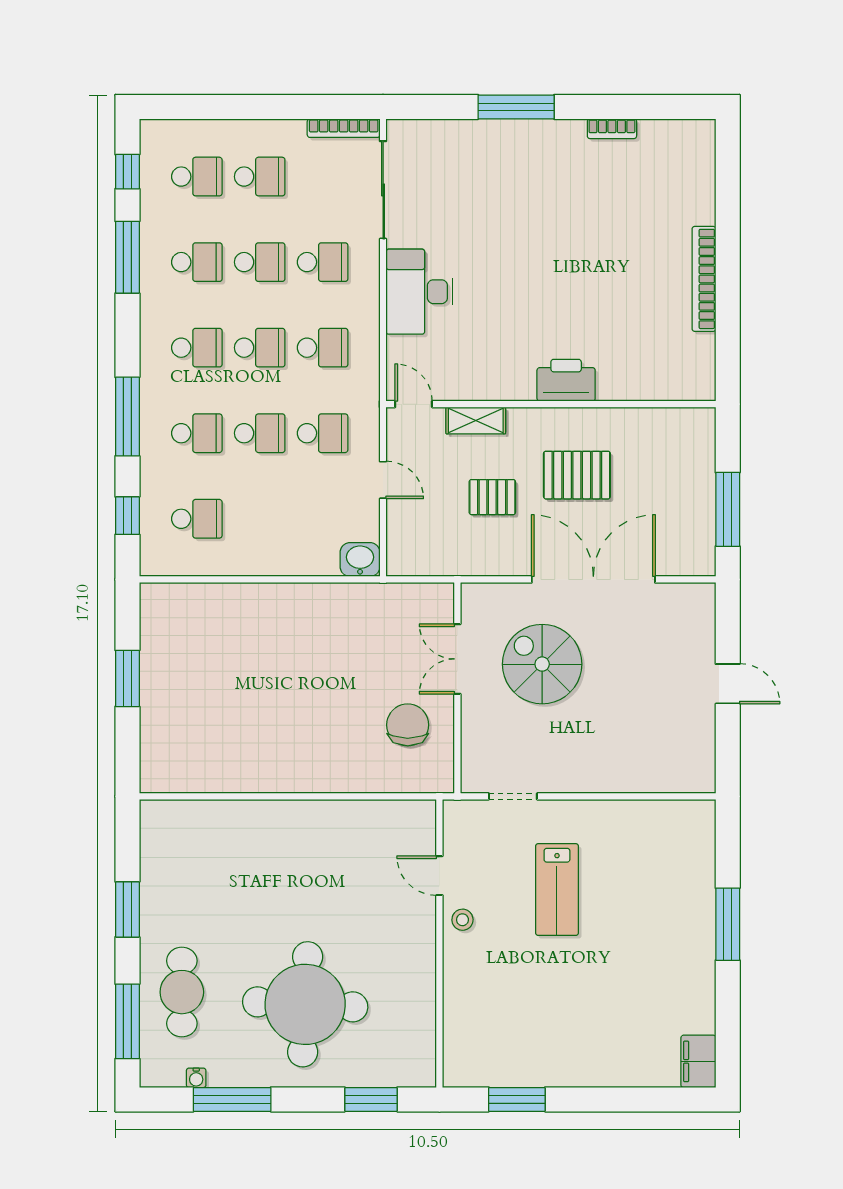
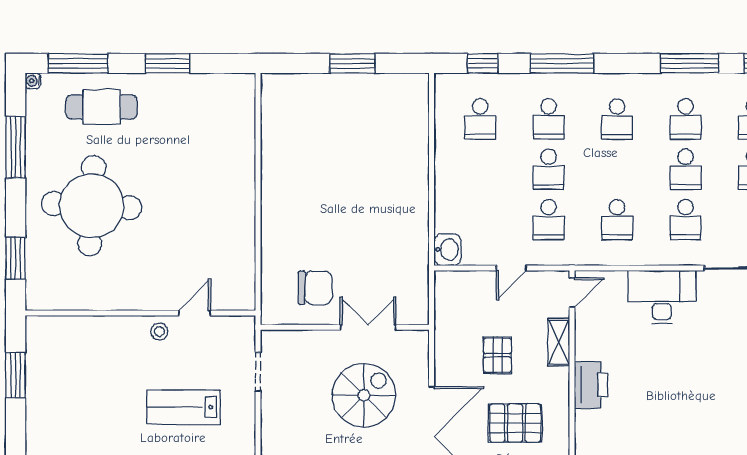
school desk: (260, 348) -> (617, 169), removed
printer: (566, 380) -> (591, 385), moved
pallet: (577, 475) -> (515, 423), turned 90
water cooler: (196, 1078) -> (33, 81), moved

